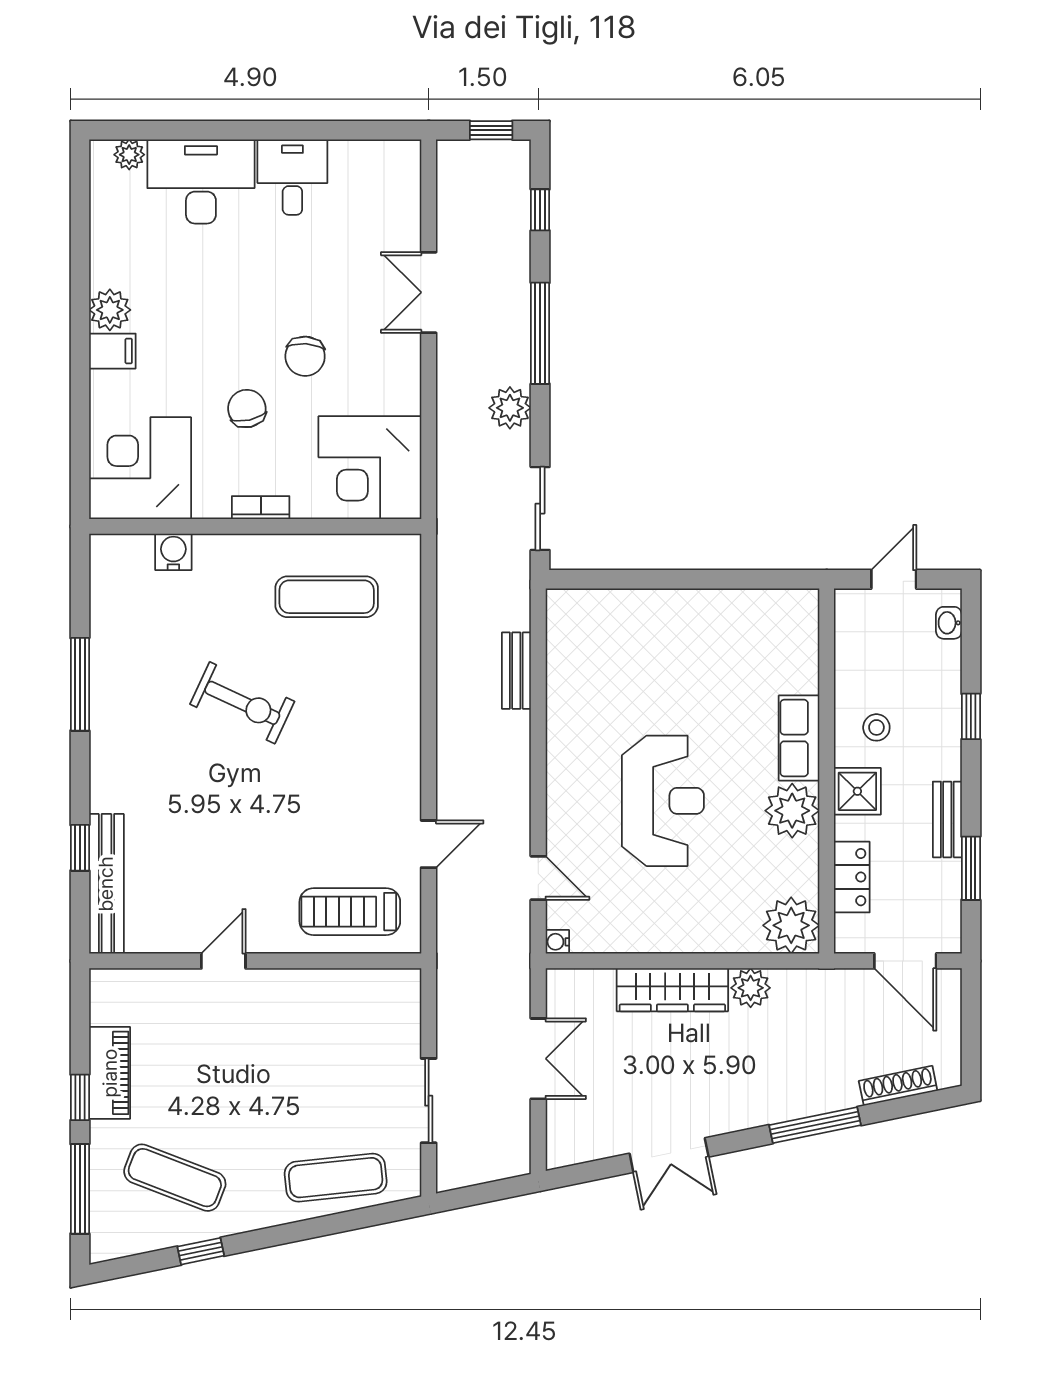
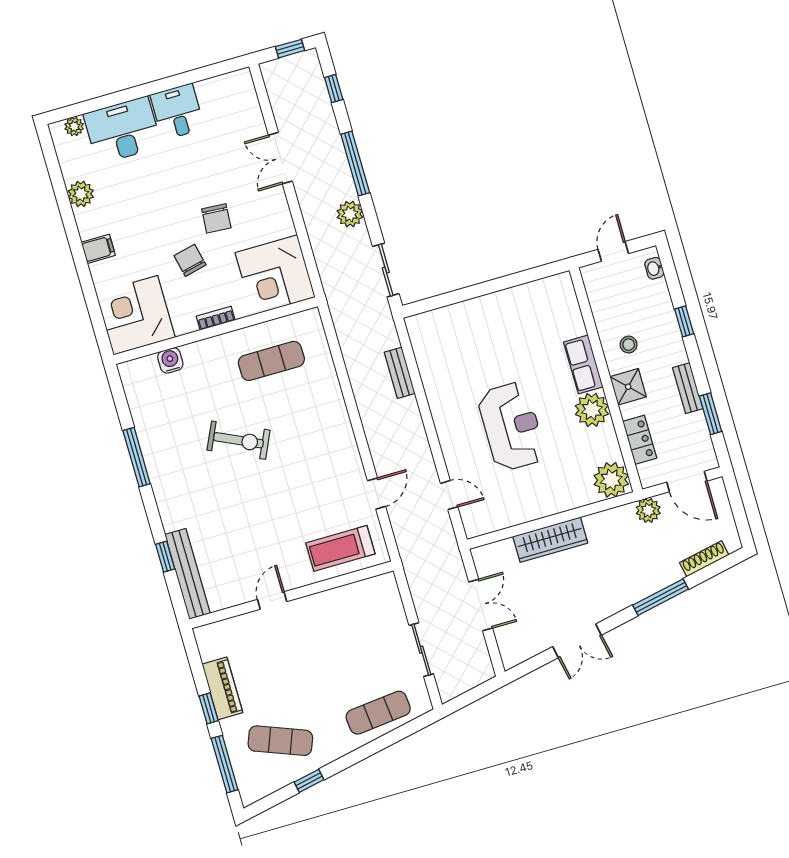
plant: (110, 310) -> (81, 194), moved
water cooler: (557, 942) -> (472, 531), removed
plant: (751, 988) -> (648, 510), moved

